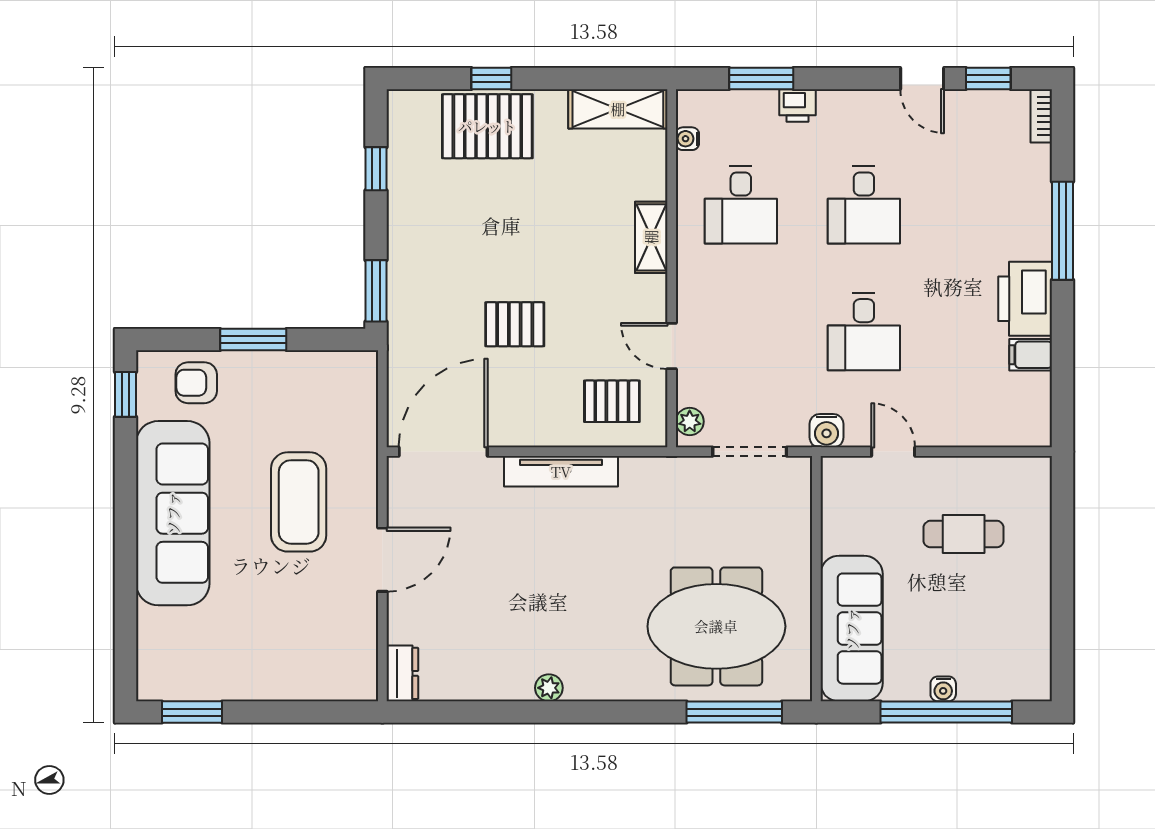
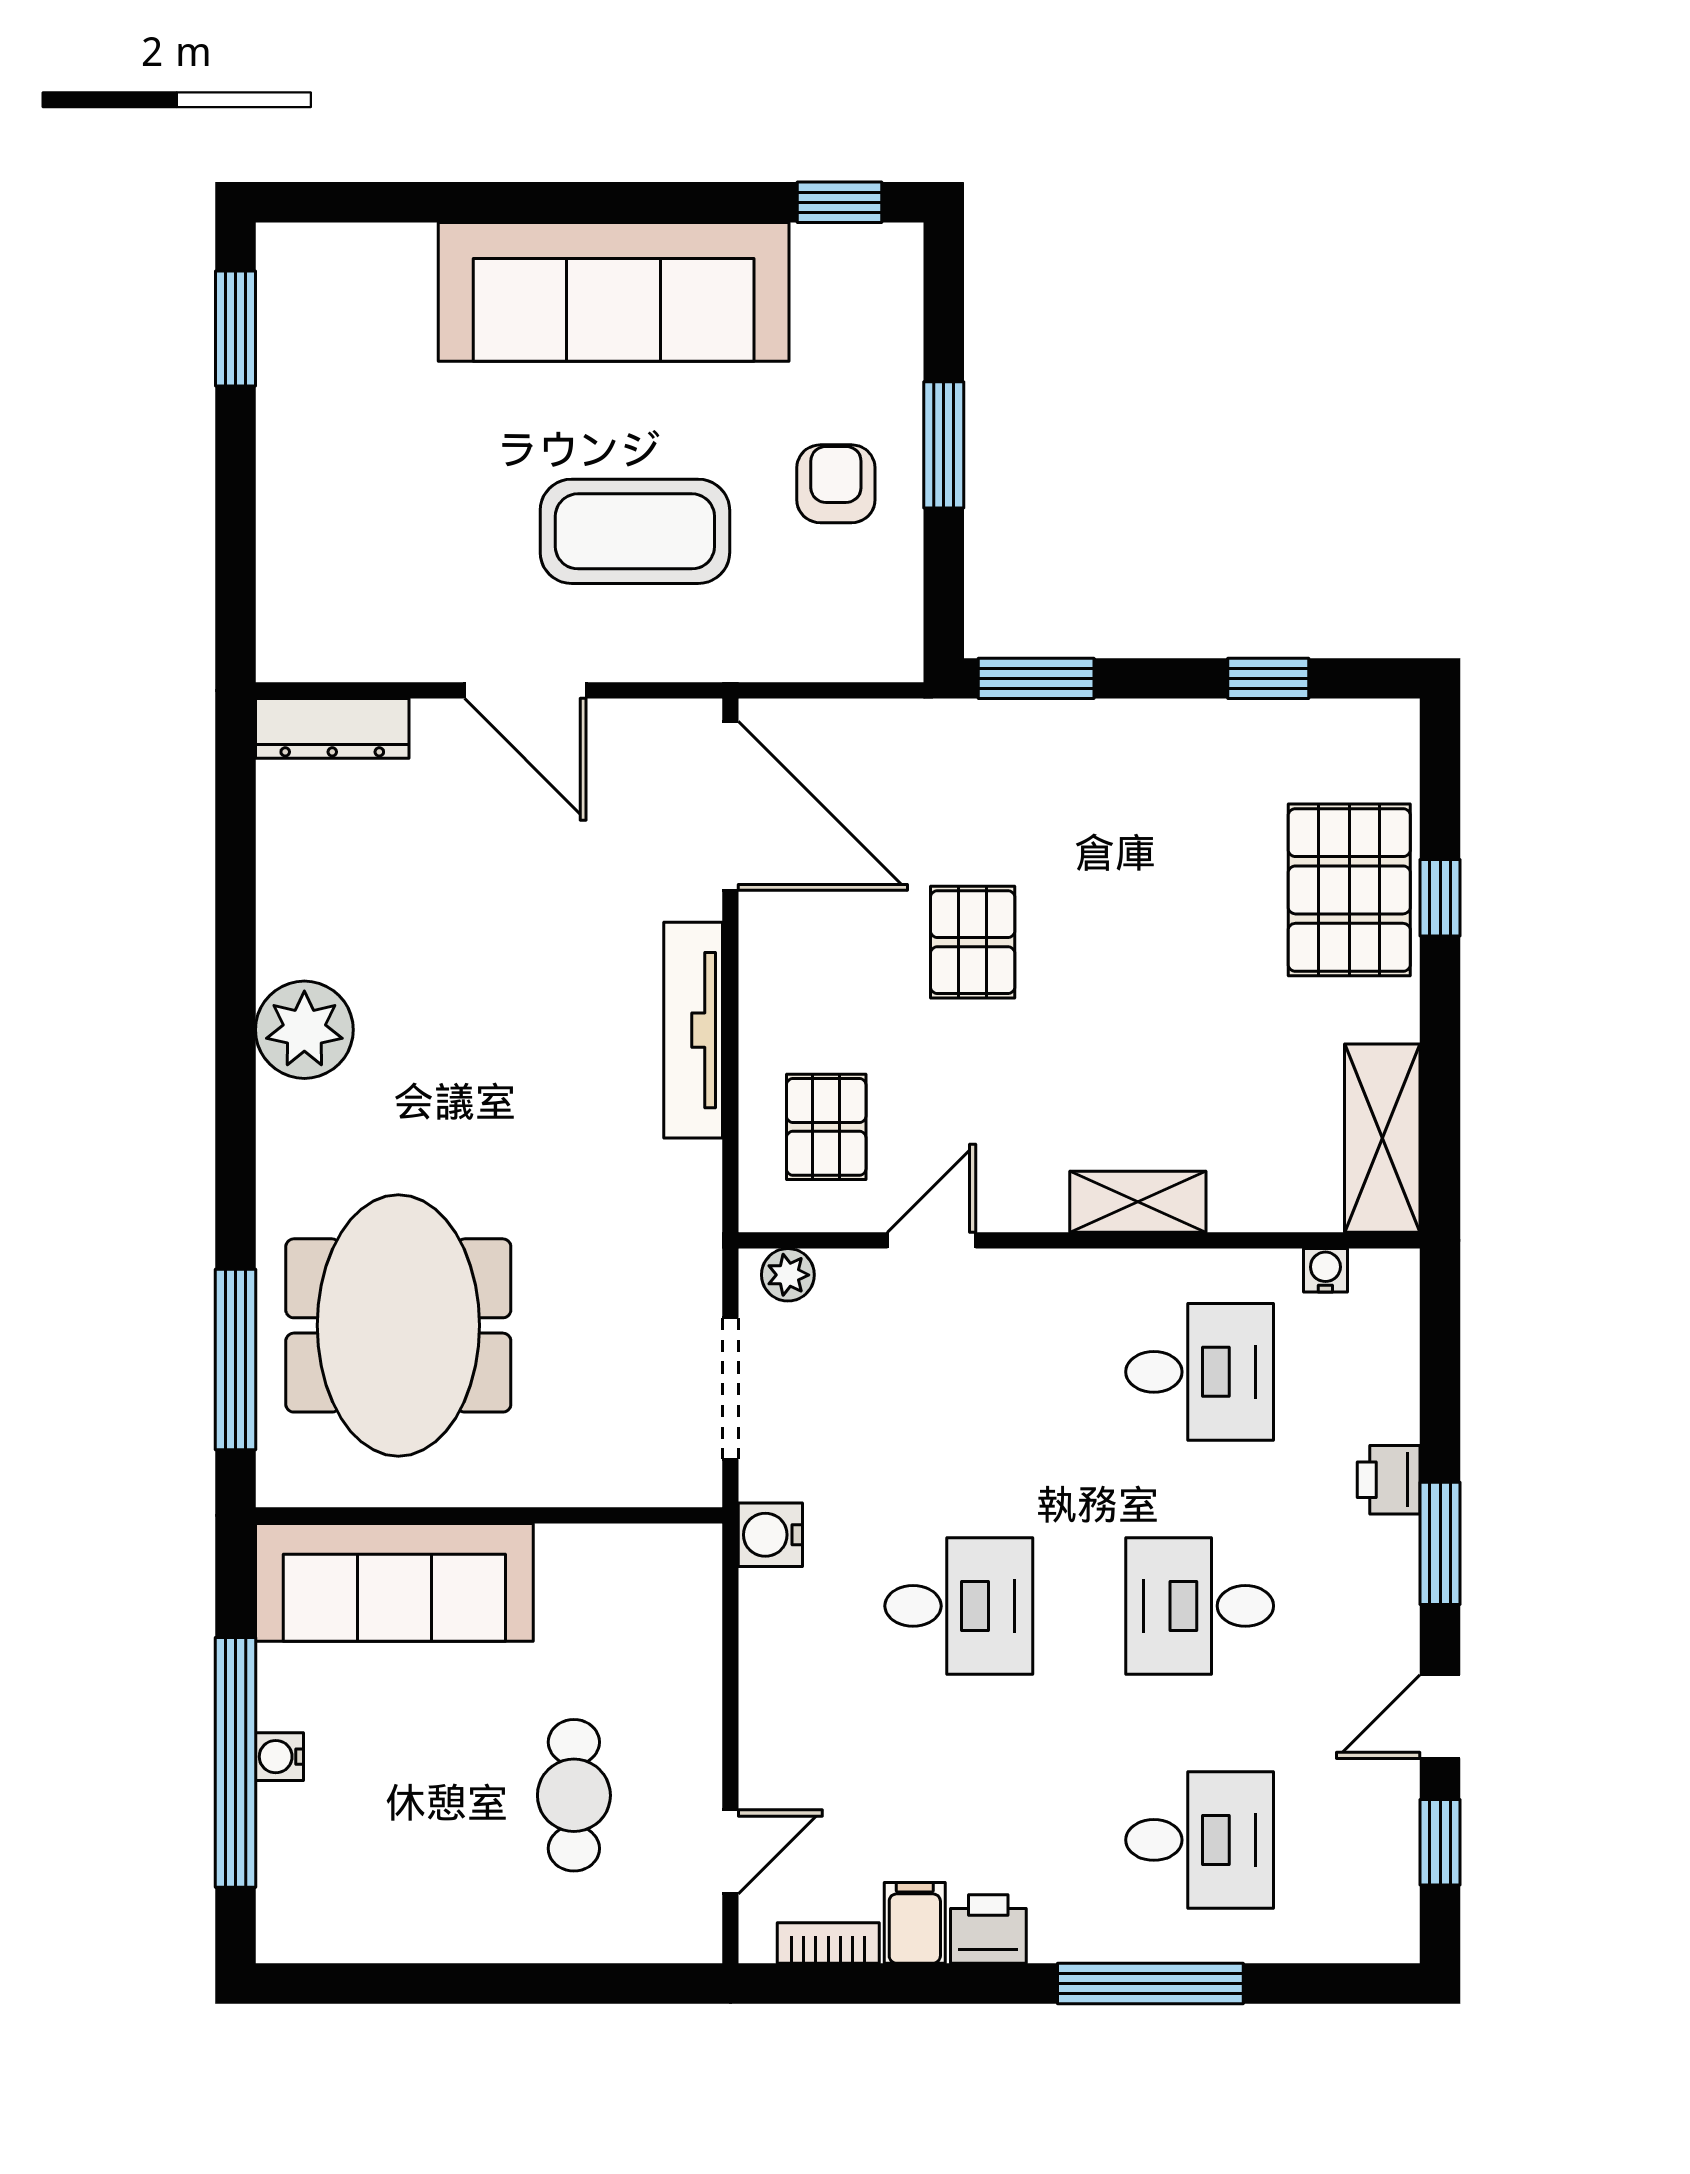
window: (761, 78) -> (1440, 1543), moved
bookcase: (1041, 116) -> (828, 1943), moved
desk: (741, 205) -> (1200, 1372), turned 180
desk: (987, 205) -> (1200, 1840), added
printer: (1025, 299) -> (988, 1929), width x0.53, depth x0.68
desk: (864, 332) -> (959, 1606), turned 180
armchair: (196, 383) -> (836, 484), moved
door: (893, 452) -> (730, 1852), moved
dresser: (402, 673) -> (332, 728), width x1.44
plant: (549, 688) -> (304, 1030), width x1.87, depth x1.87

